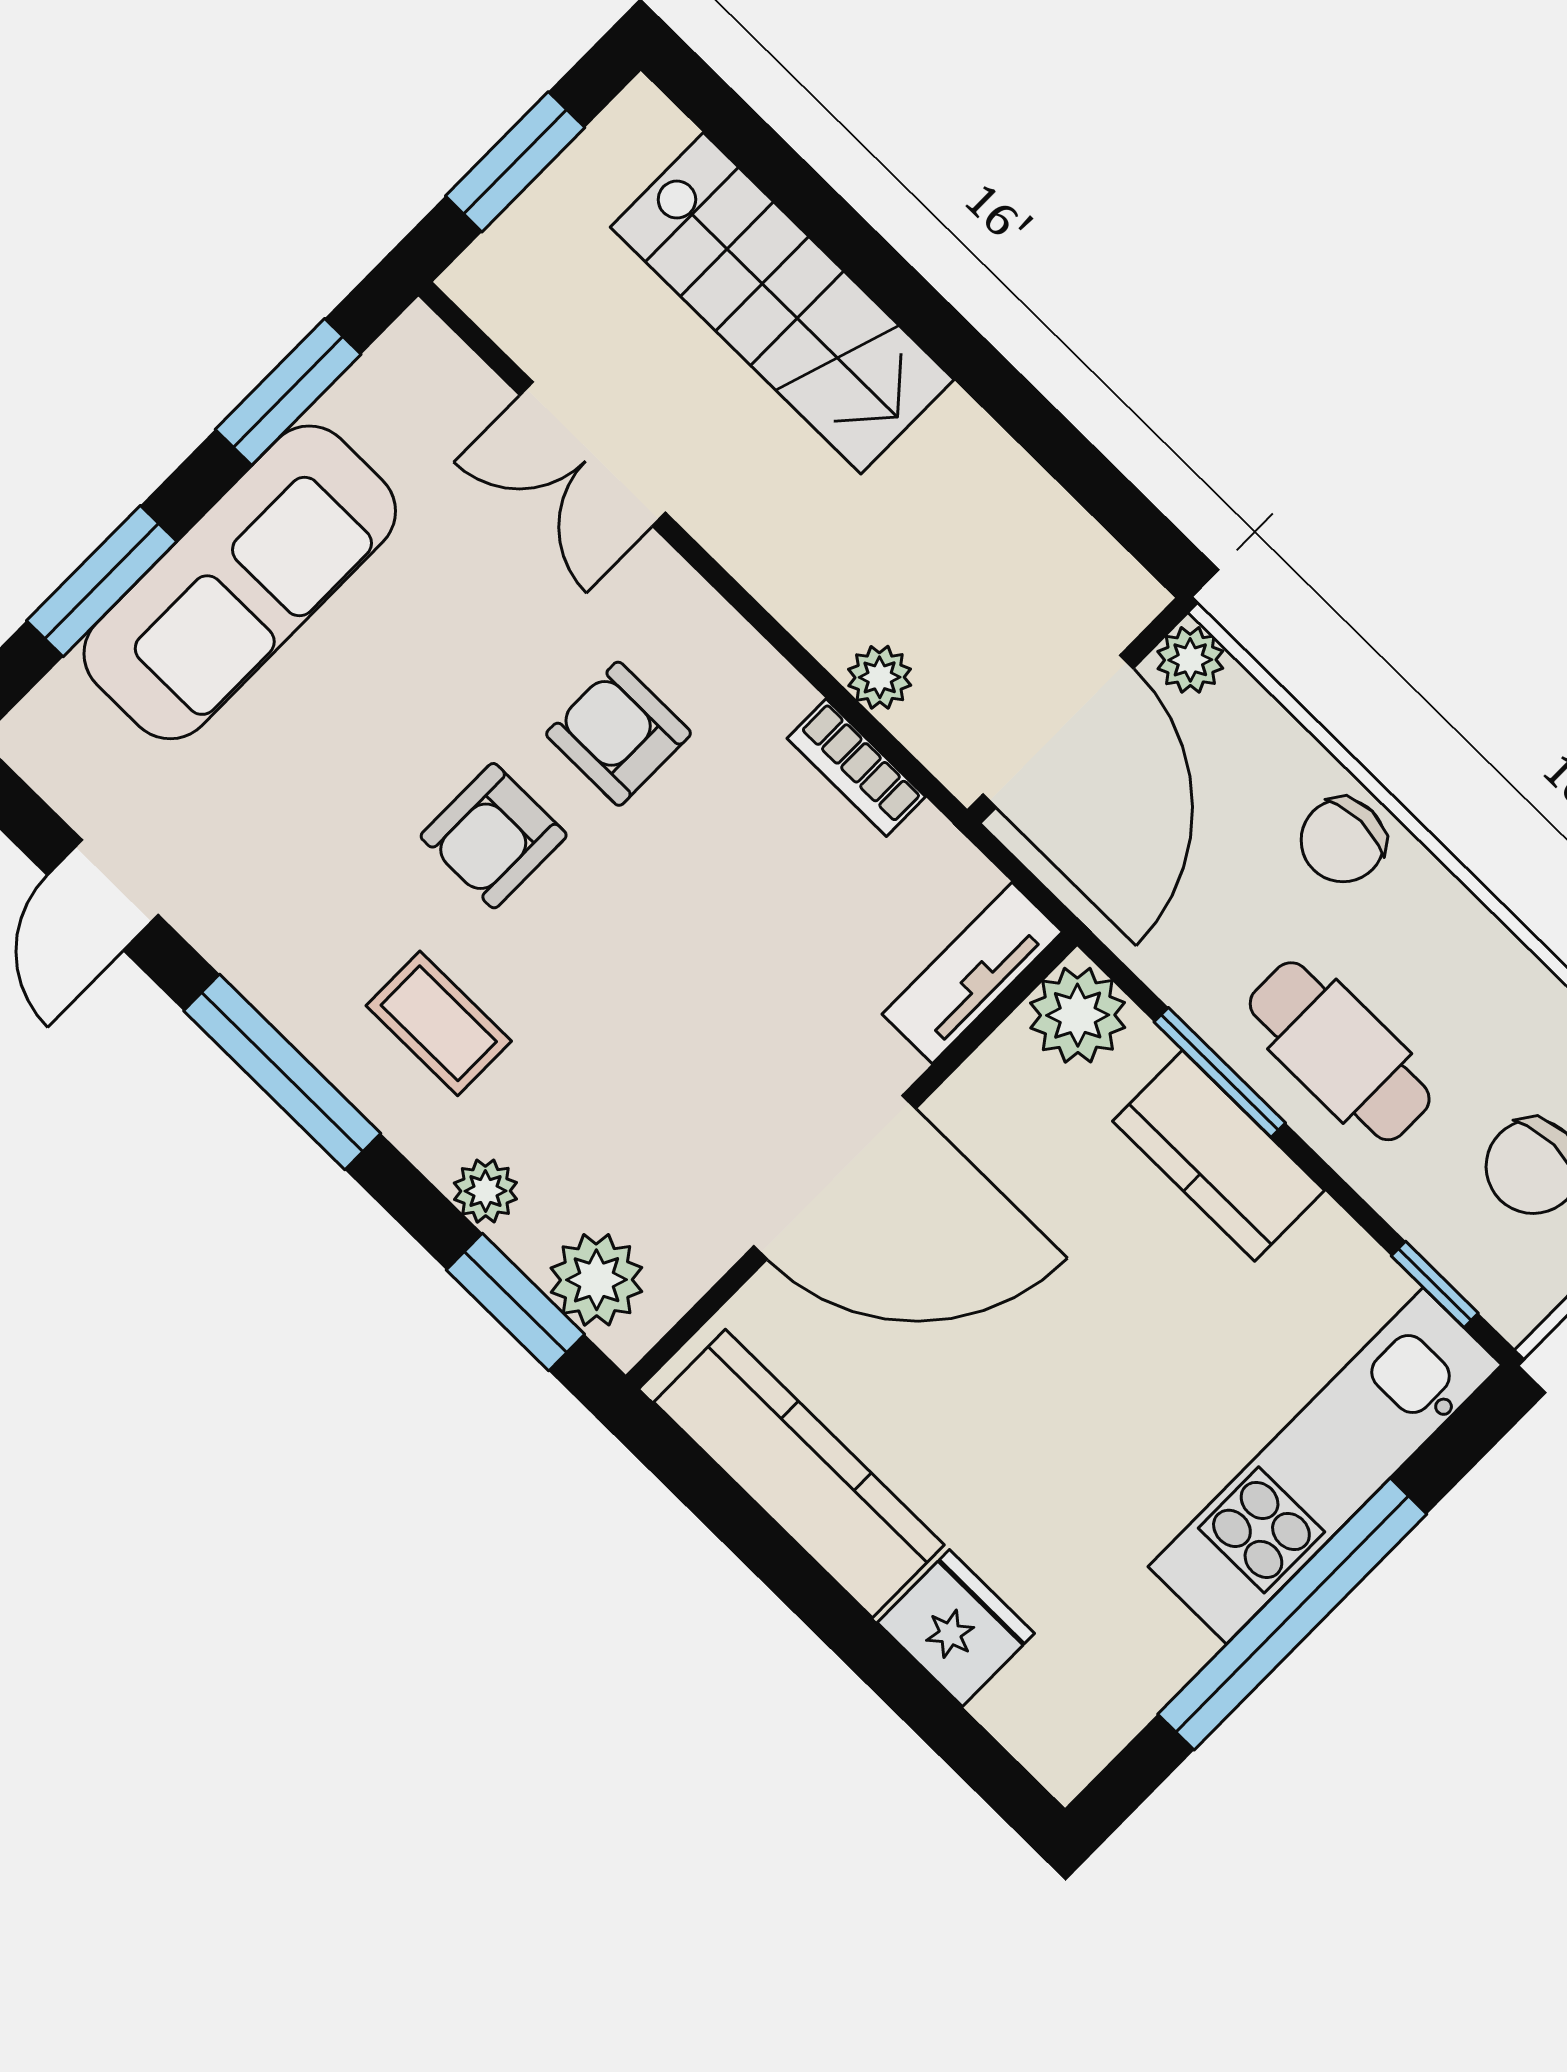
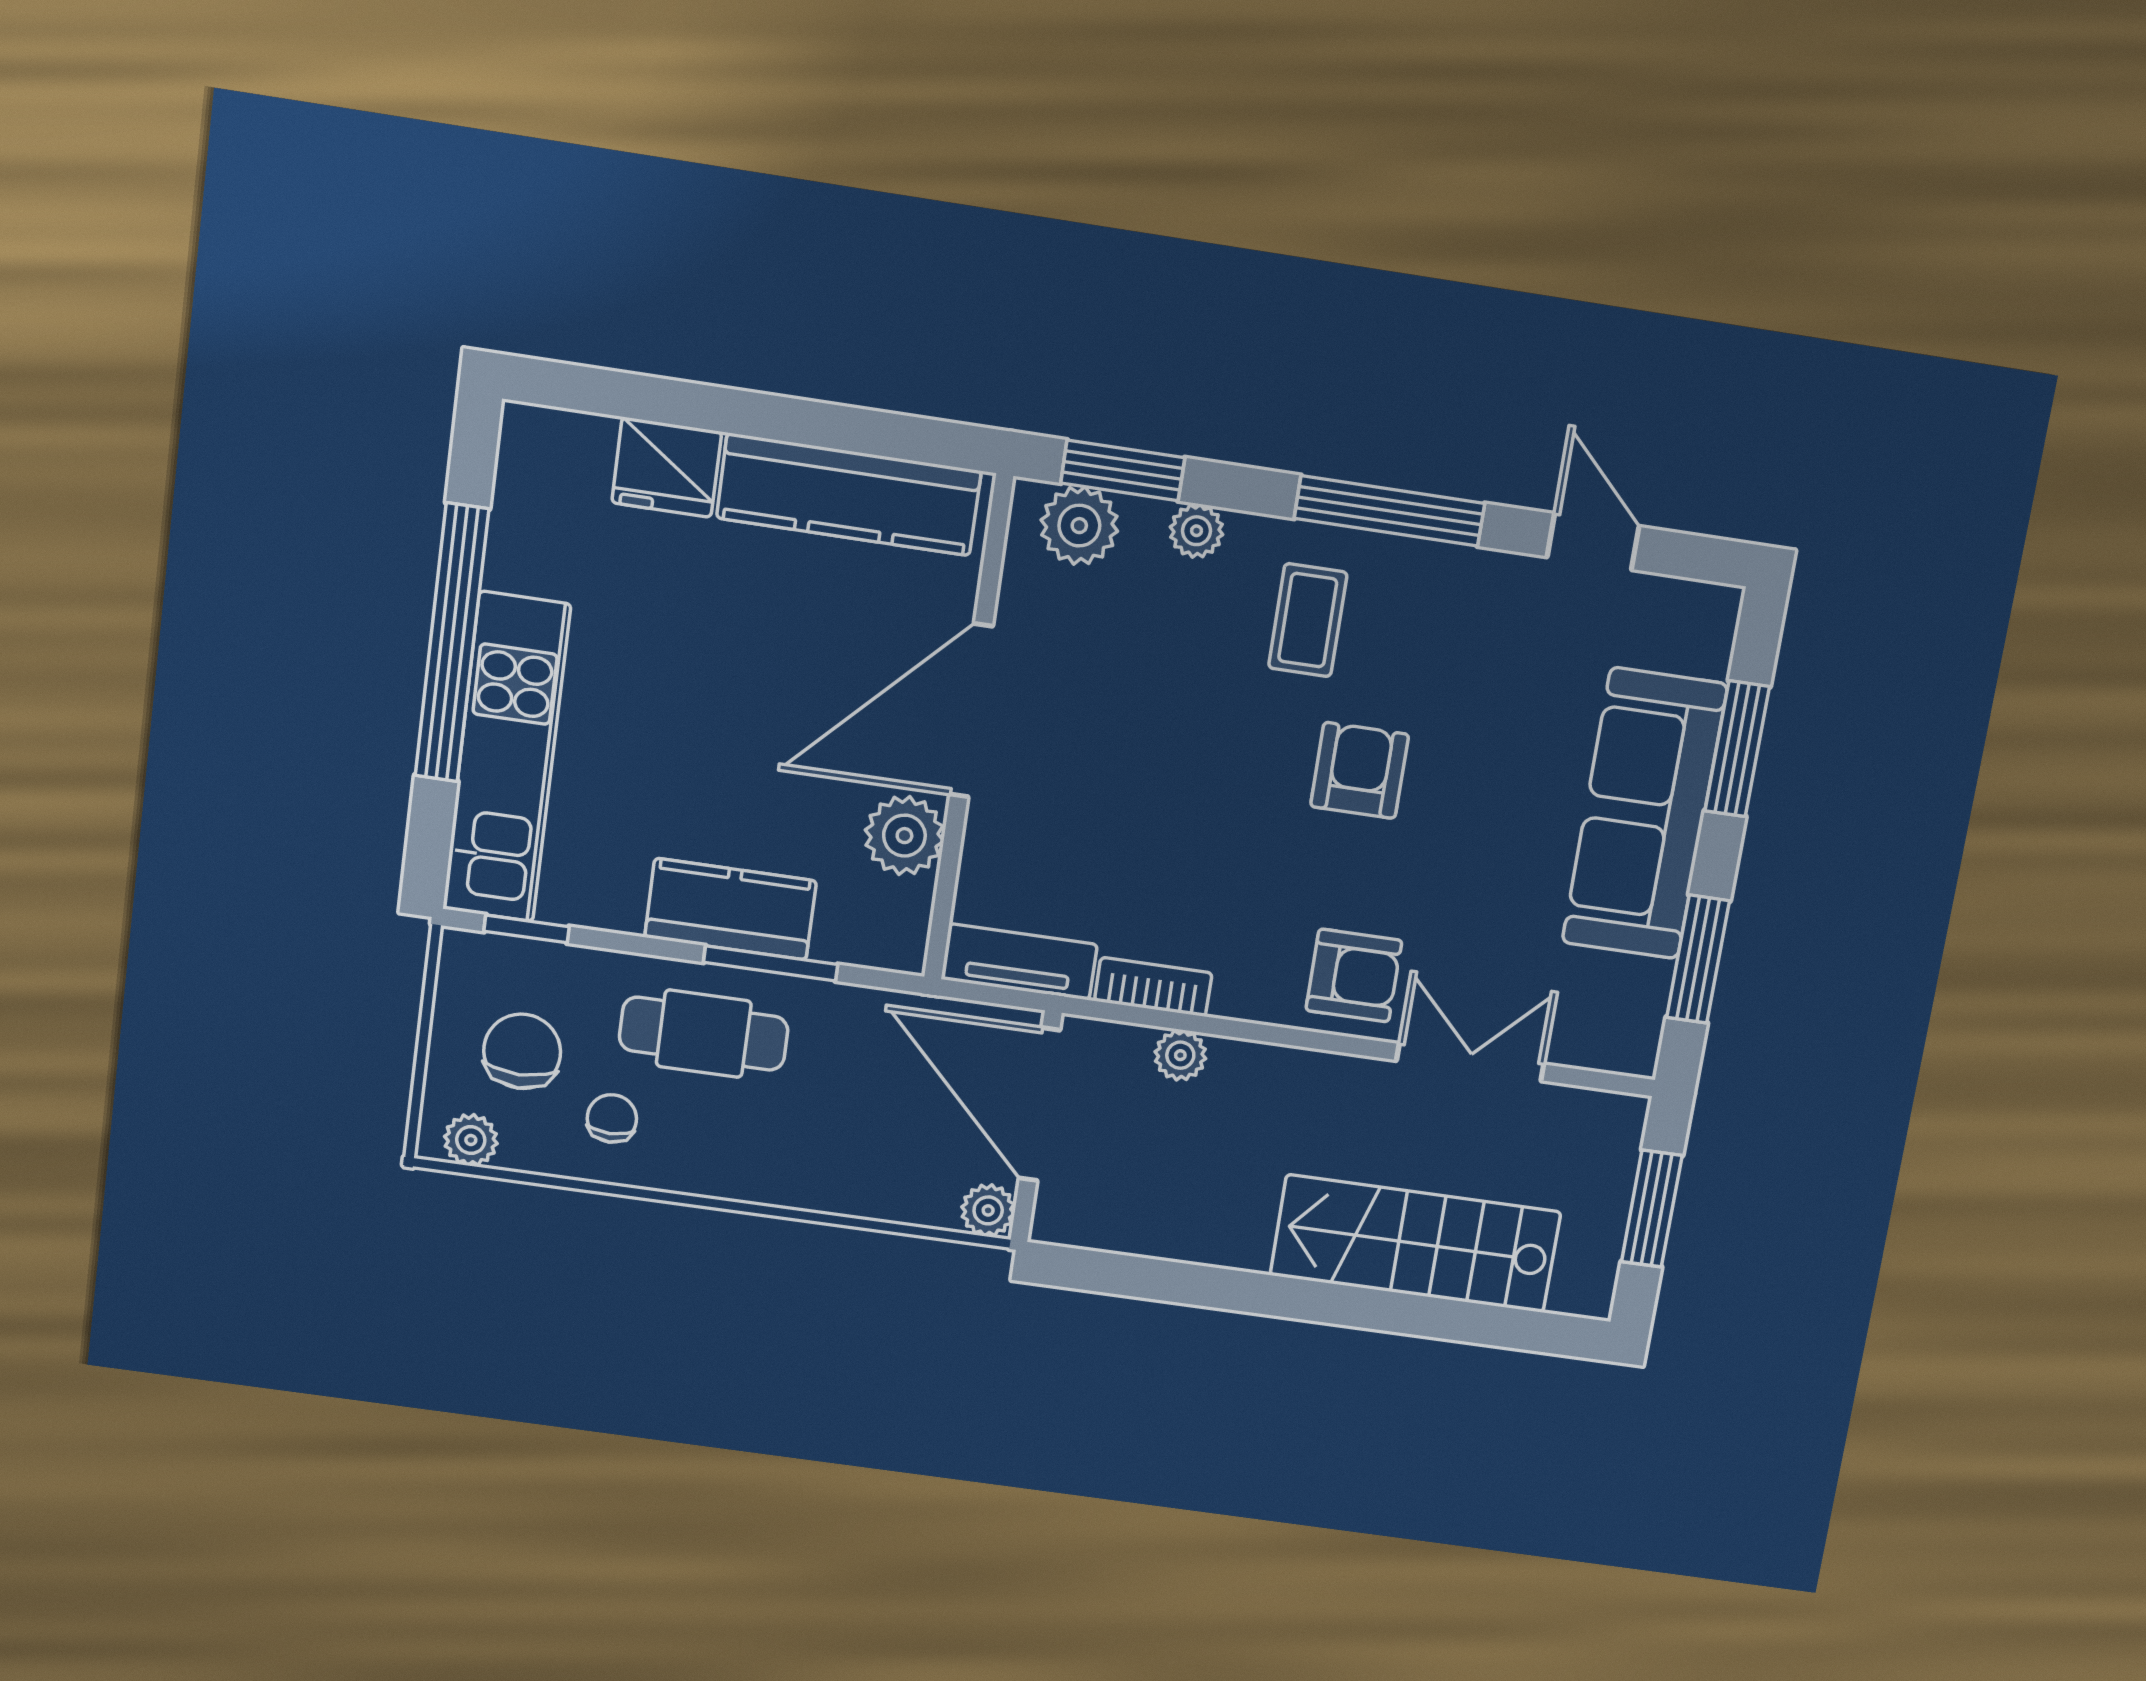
armchair: (619, 734) -> (1354, 975), moved
chair: (1343, 840) -> (612, 1118), moved, width x0.73, depth x0.73
tv unit: (972, 973) -> (1019, 962), moved, turned -90
plant: (1078, 1015) -> (904, 836), moved
coffee table: (439, 1023) -> (1308, 620), turned 90

